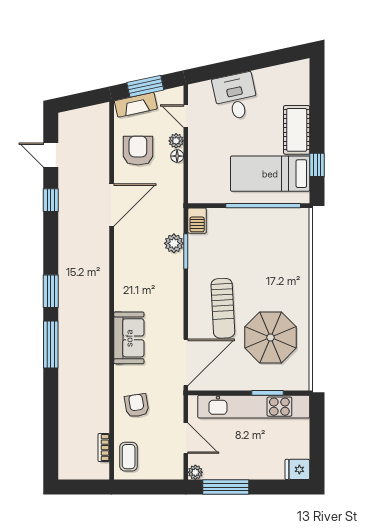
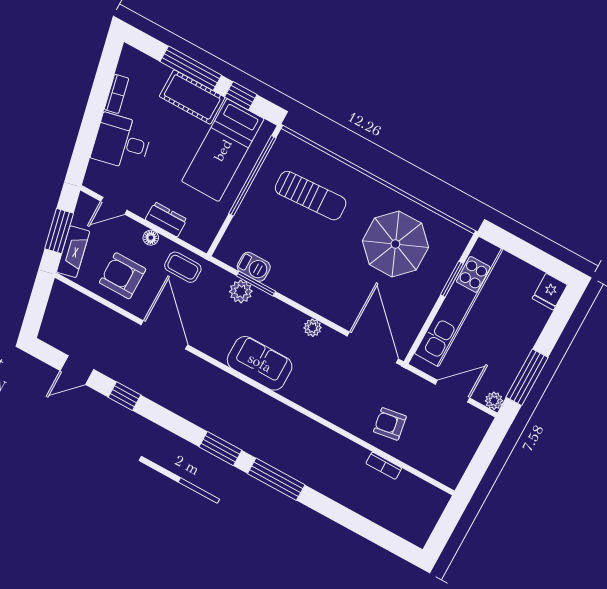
bookcase: (269, 73) -> (116, 94), added
window: (317, 117) -> (191, 68), added
plant: (176, 141) -> (313, 328), moved
dresser: (197, 160) -> (166, 219), added
barbecue: (197, 221) -> (254, 267), moved
sun lounger: (223, 308) -> (311, 196), moved
sofa: (129, 338) -> (260, 363), moved
bookcase: (104, 448) -> (384, 466), moved
coffee table: (129, 457) -> (183, 267), moved

